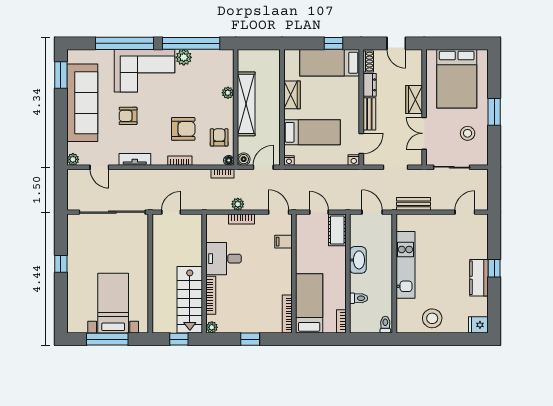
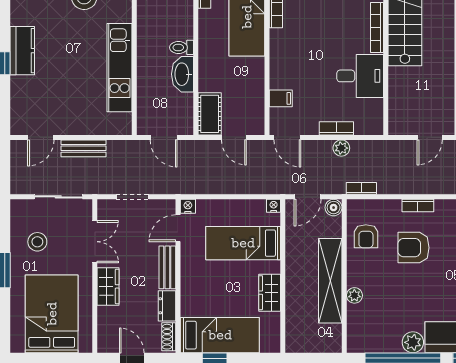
floor lamp: (229, 160) -> (353, 206), removed
bench: (413, 204) -> (84, 148), moved
toilet: (359, 298) -> (182, 47), moved

